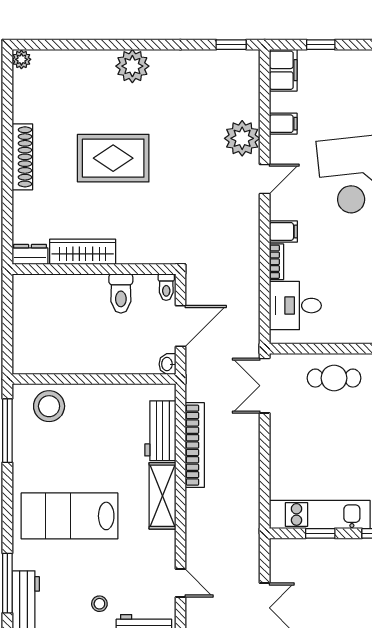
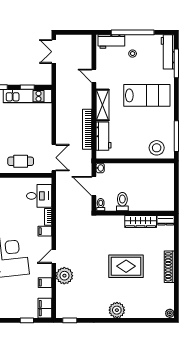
door: (180, 326) -> (94, 186), hinge flipped
door: (180, 583) -> (94, 76), moved

